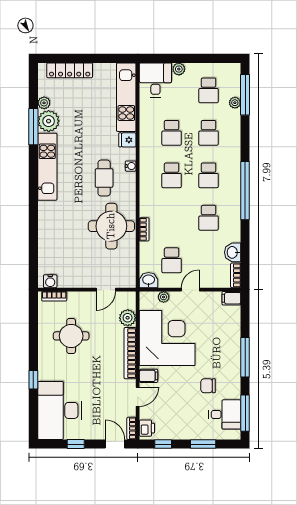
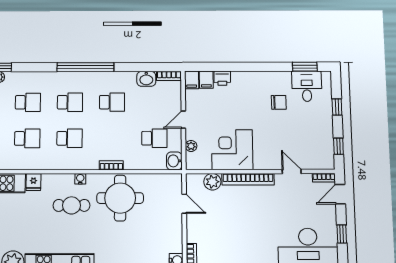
water cooler: (131, 166) -> (80, 179), moved
bookcase: (144, 229) -> (111, 165), moved
door: (190, 290) -> (183, 120), hinge flipped
round table: (71, 336) -> (232, 239), removed
corner desk: (167, 338) -> (232, 150), width x0.74, depth x0.74
window: (245, 357) -> (250, 67), removed
filing cabinet: (149, 376) -> (206, 80), moved, turned 180
chair: (208, 386) -> (279, 102), turned -90
window: (245, 413) -> (305, 67), width x0.69
printer: (147, 428) -> (222, 78), moved, turned 180
window: (203, 444) -> (337, 107), width x0.67

